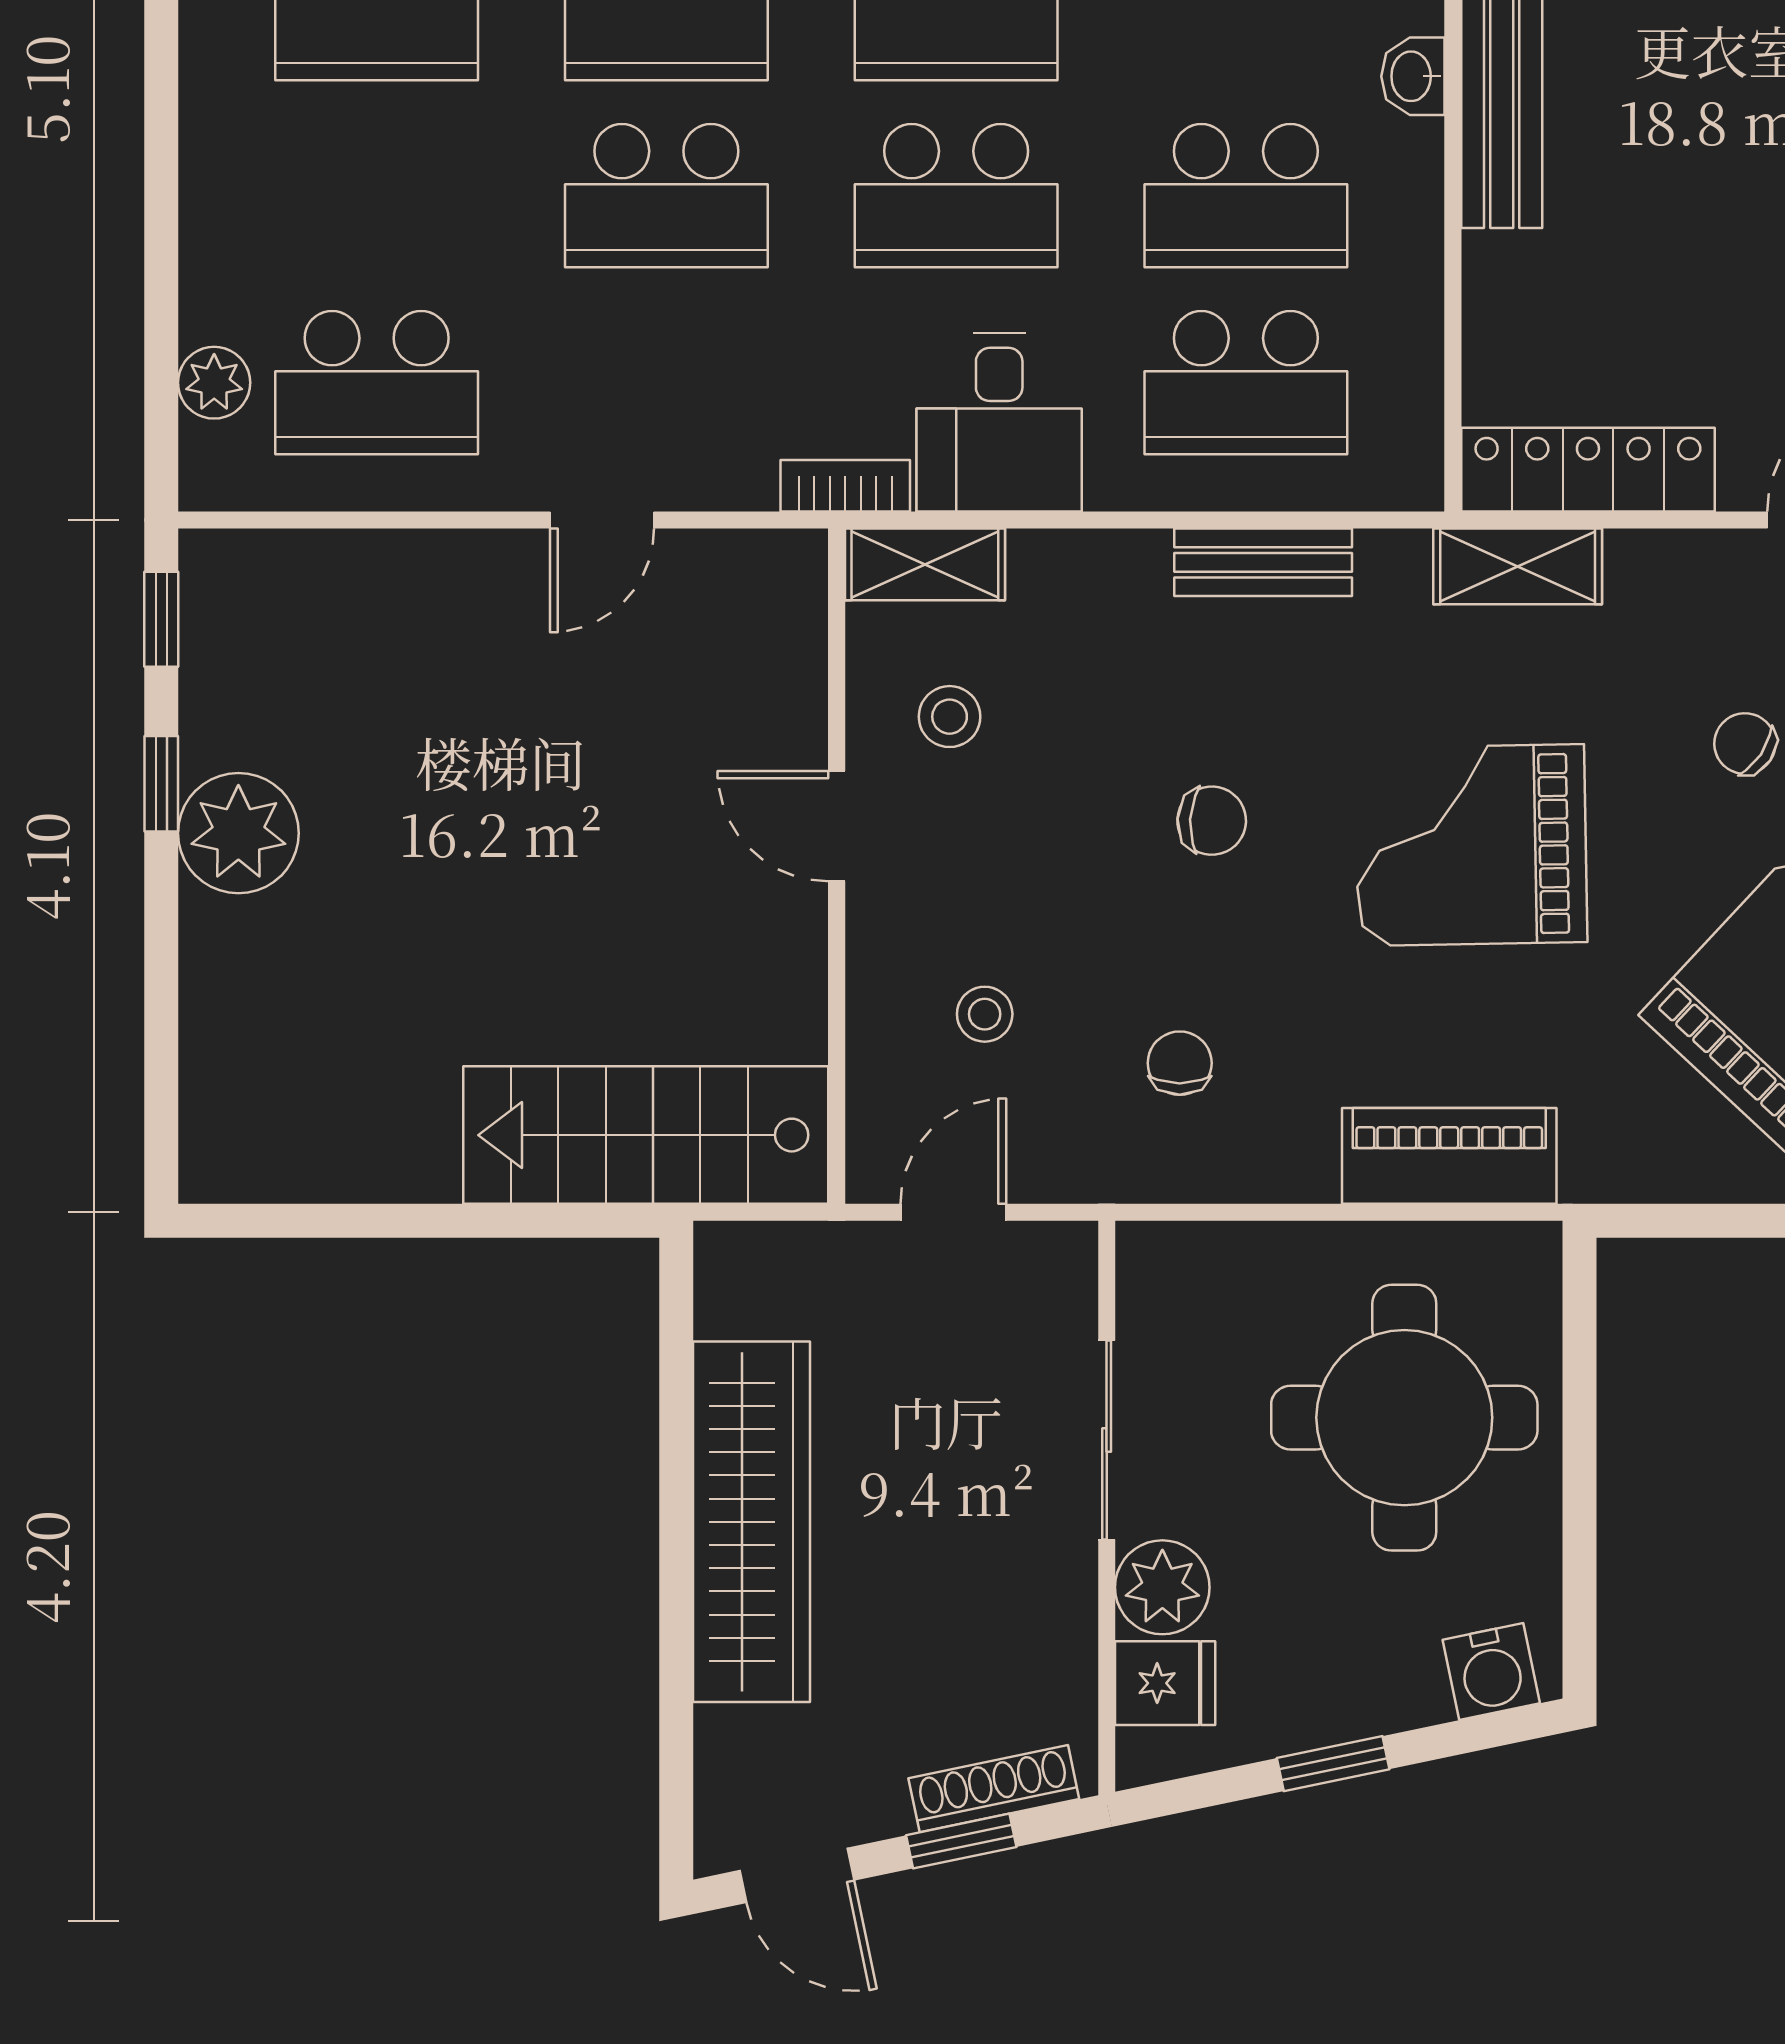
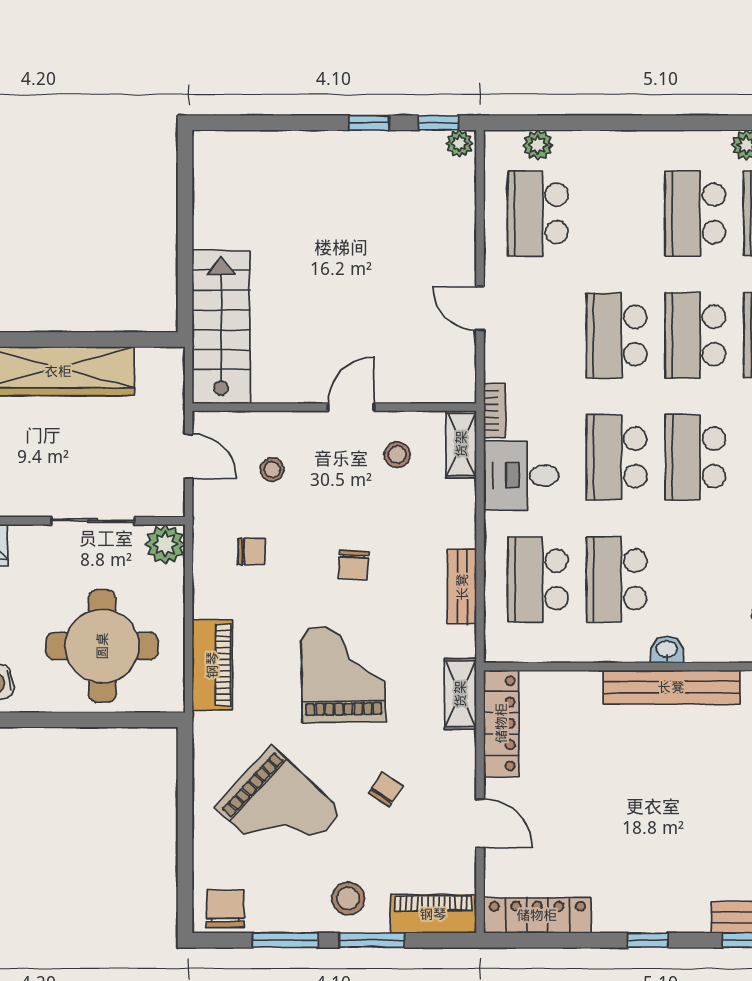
plant: (238, 833) -> (459, 143), moved, width x0.53, depth x0.53
plant: (1162, 1587) -> (165, 544), moved

